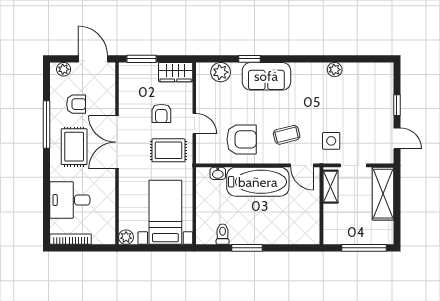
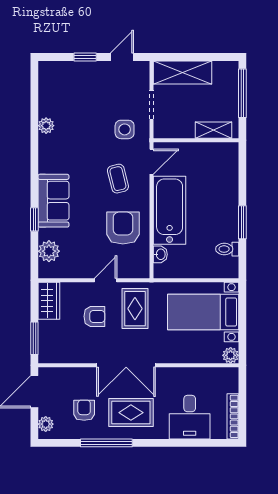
shelving: (331, 187) -> (214, 130), moved

